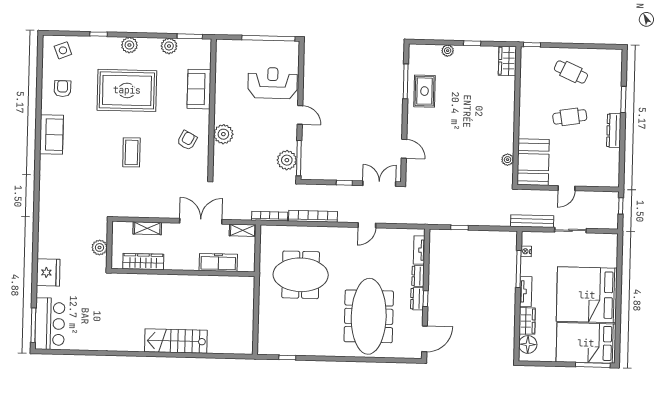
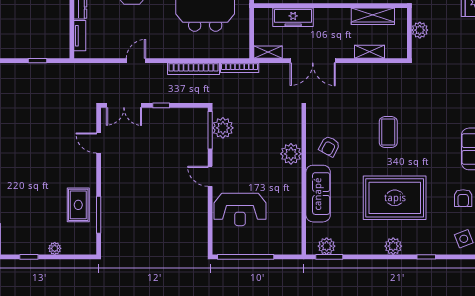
plant: (169, 46) -> (327, 246), moved
sofa: (199, 89) -> (318, 194), width x1.36

